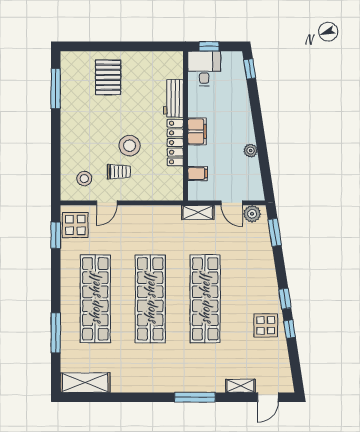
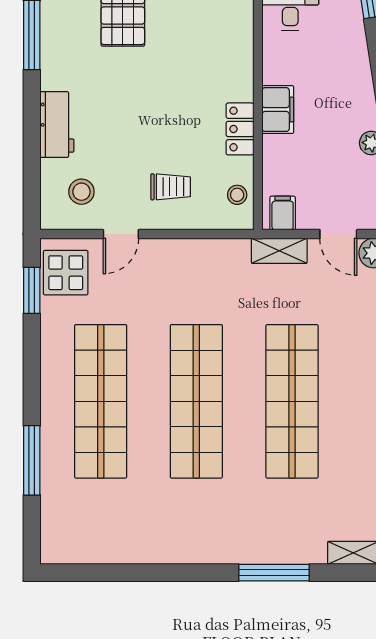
workbench: (173, 98) -> (57, 125), moved, turned 180
locker: (175, 143) -> (240, 129), width x0.66
stool: (130, 146) -> (237, 195), moved, width x0.53, depth x0.53
trolley: (119, 172) -> (171, 187), moved
filing cabinet: (198, 174) -> (283, 213), moved, turned -90
shelving: (85, 383) -> (83, 547), removed

